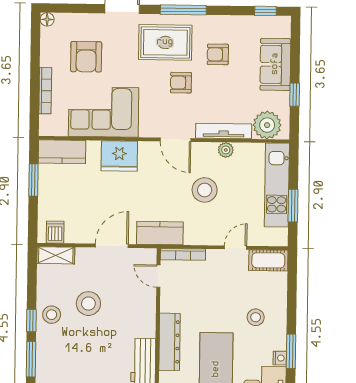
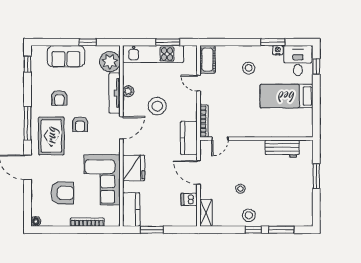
dishwasher: (55, 232) -> (189, 199), moved
stool: (88, 304) -> (240, 189), width x0.53, depth x0.53
dresser: (170, 342) -> (267, 130), removed

